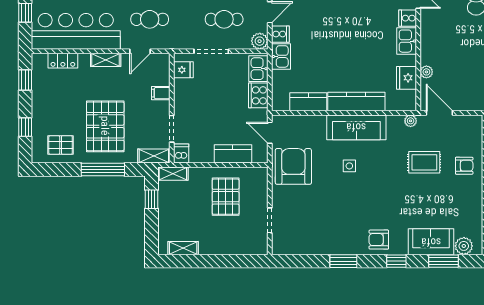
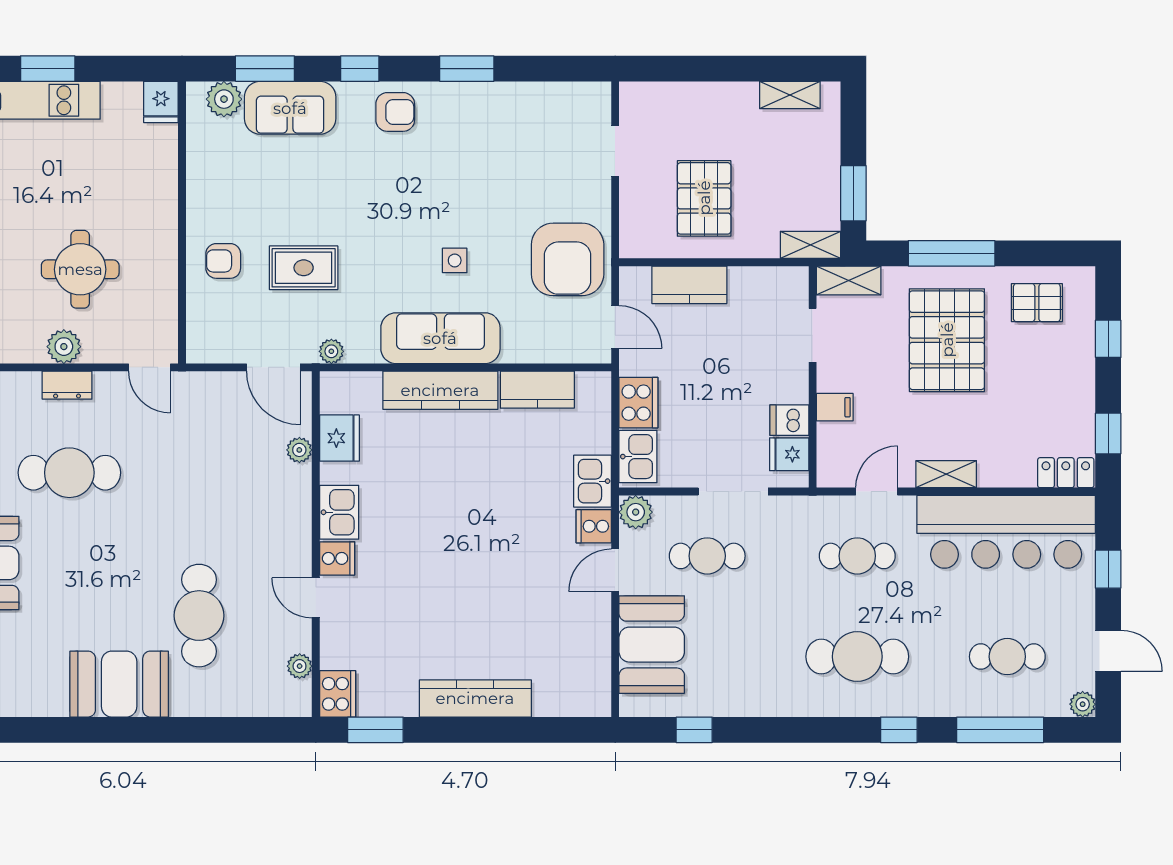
locker: (63, 61) -> (1066, 473), moved
dishwasher: (181, 153) -> (789, 420), moved, turned 90
window: (152, 199) -> (853, 193), width x1.50

